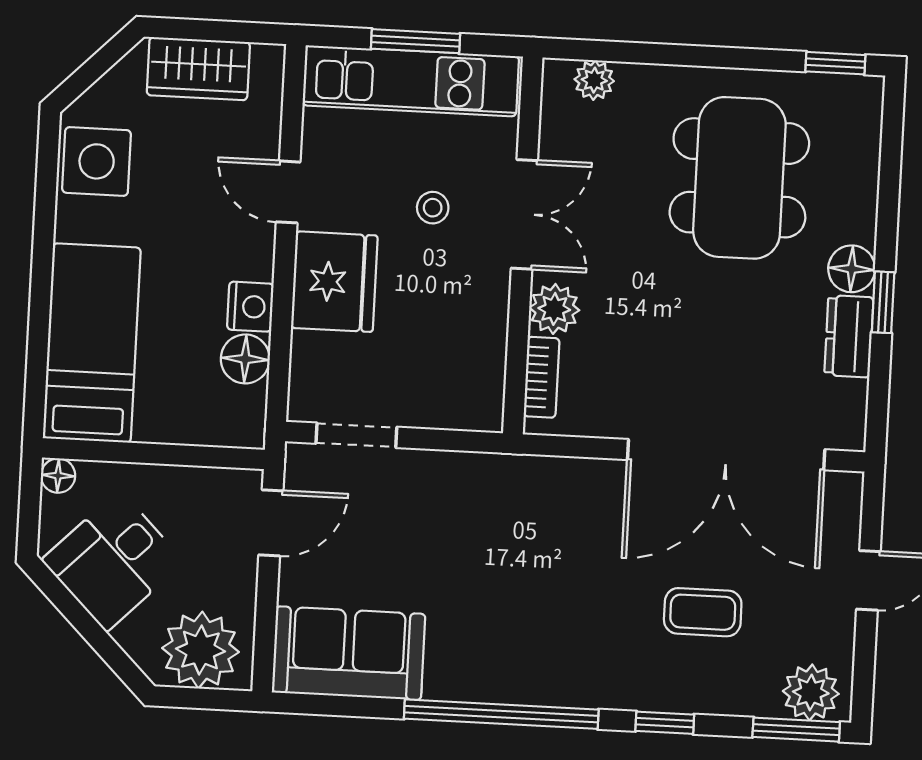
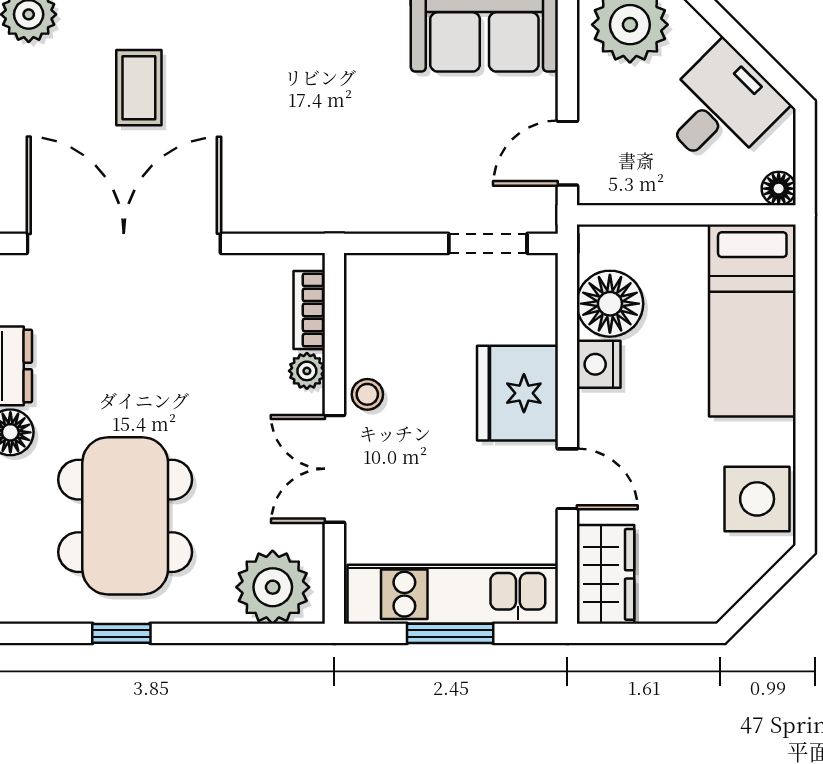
window: (835, 63) -> (121, 633), moved
wardrobe: (198, 69) -> (606, 574), moved, turned 90
plant: (594, 80) -> (273, 587), width x1.88, depth x1.88
stool: (433, 208) -> (367, 394), moved
plant: (554, 309) -> (307, 371), width x0.73, depth x0.73
floor lamp: (245, 359) -> (610, 304), width x1.38, depth x1.38
coffee table: (703, 612) -> (139, 88), turned 90

